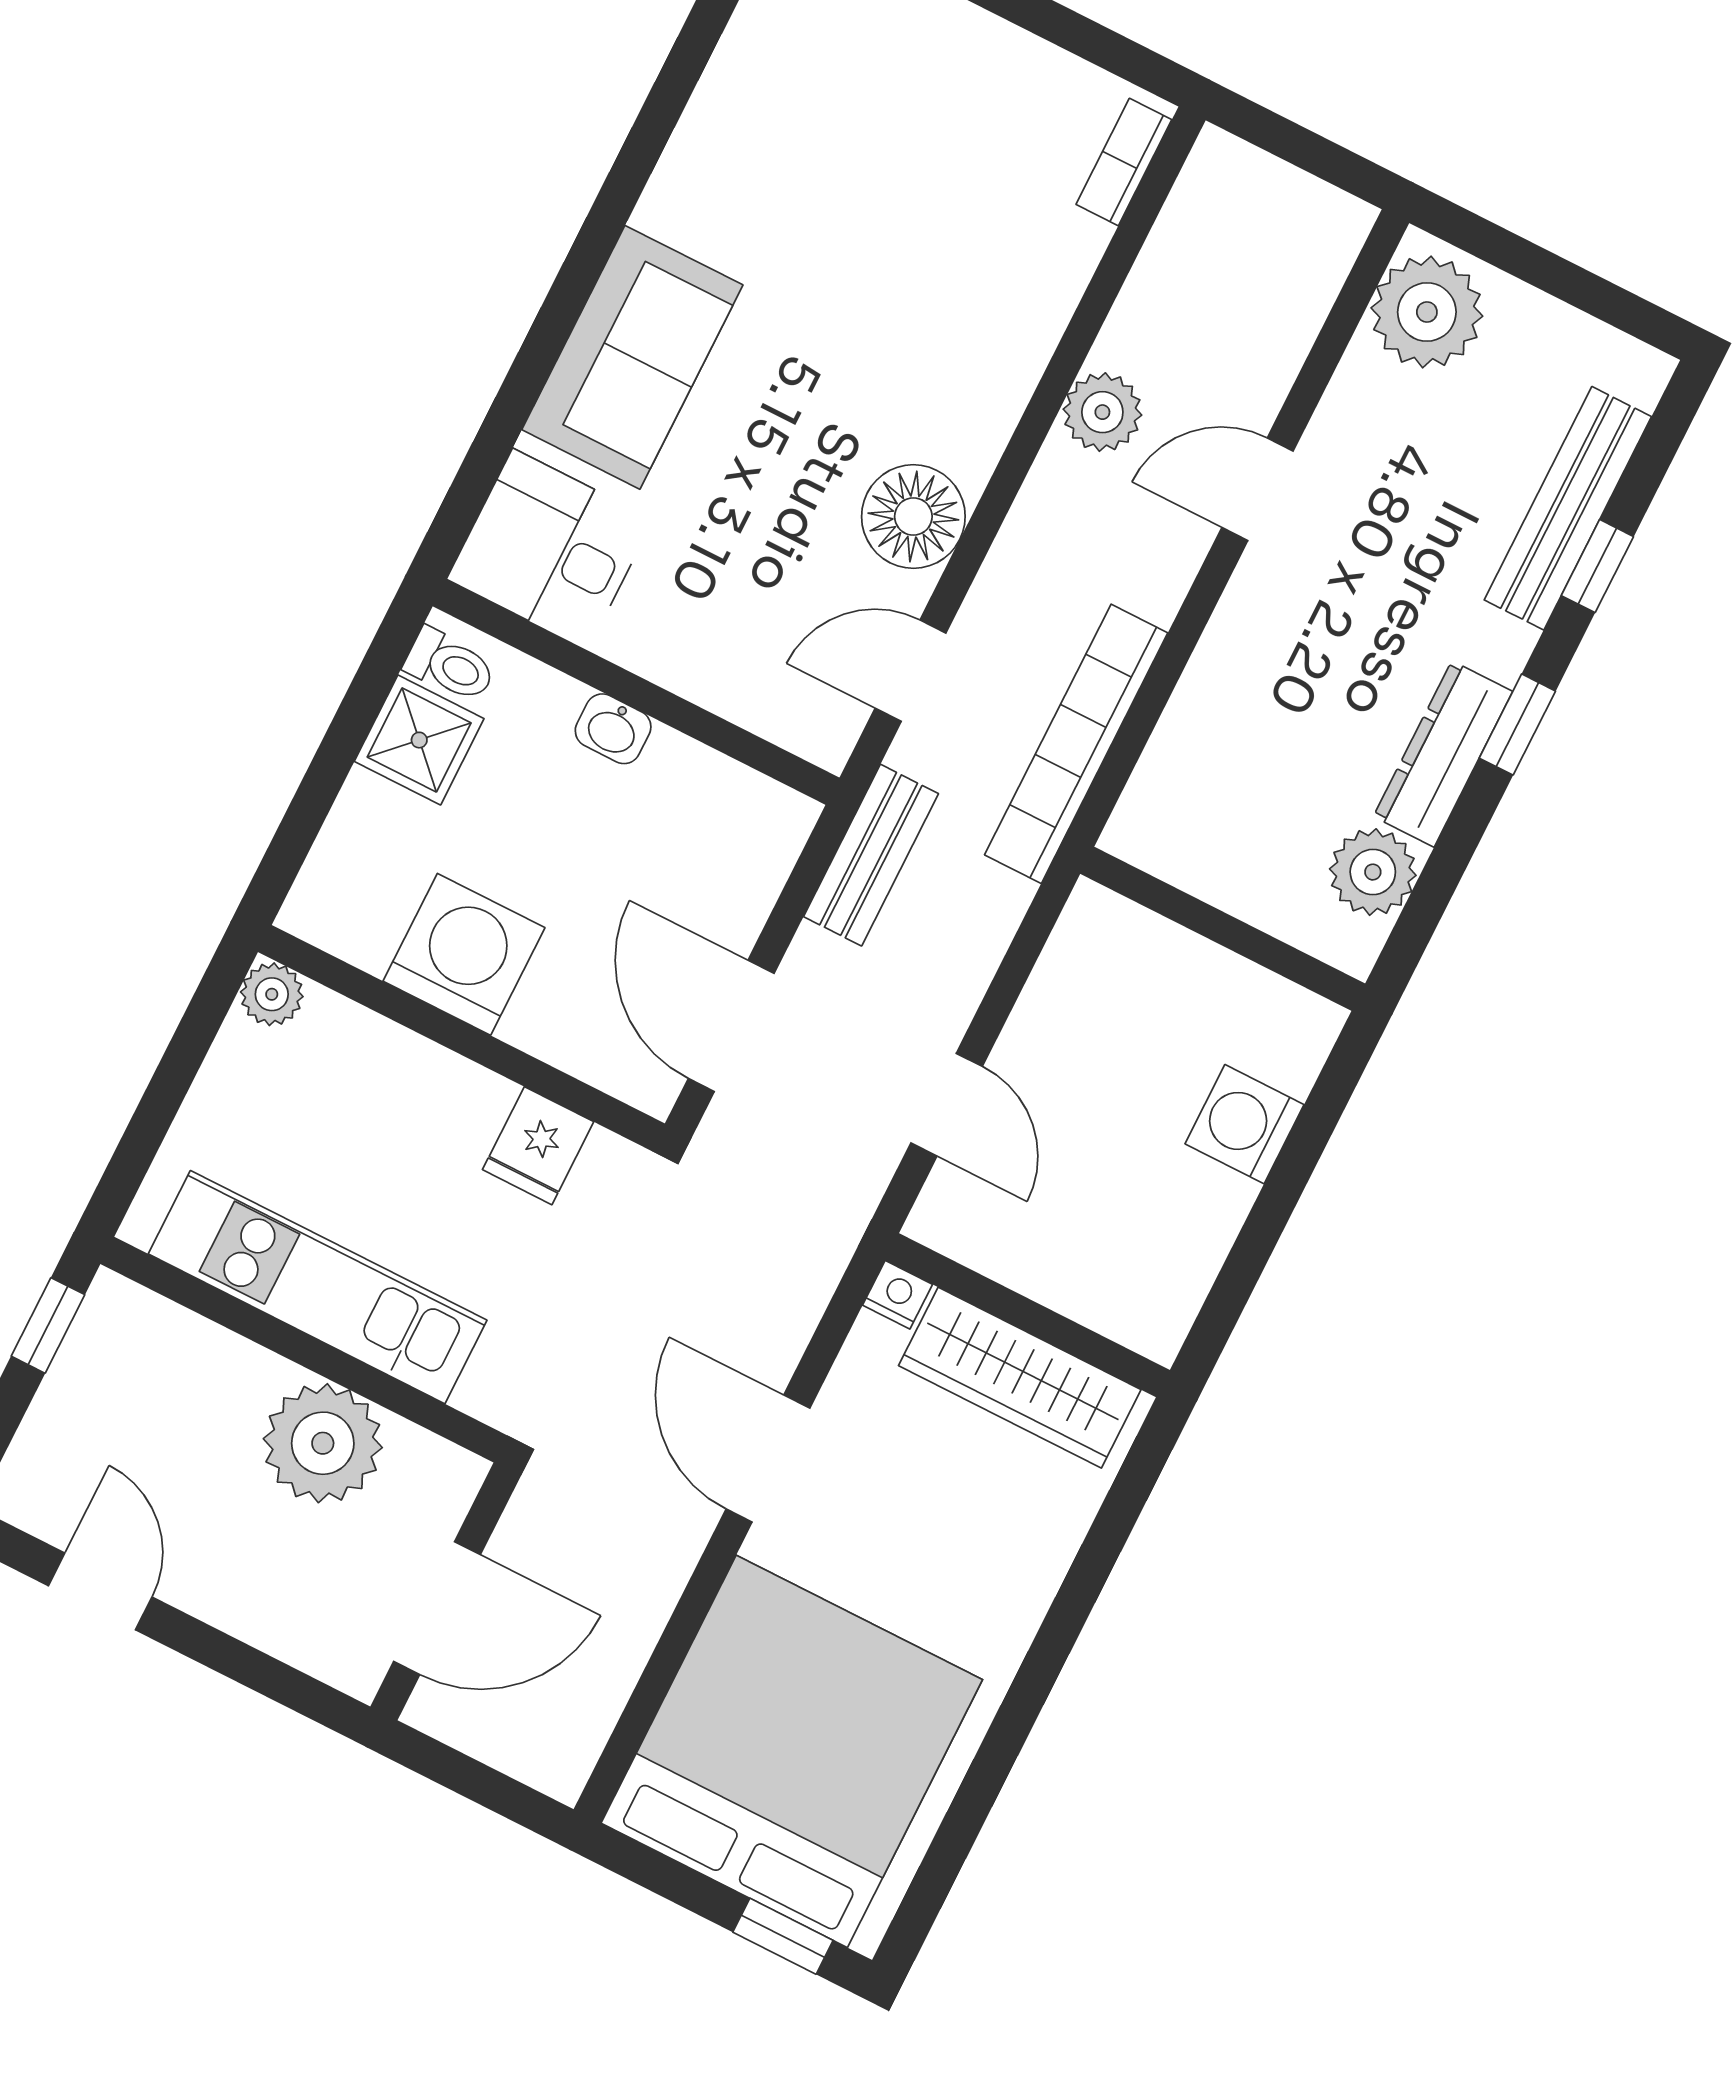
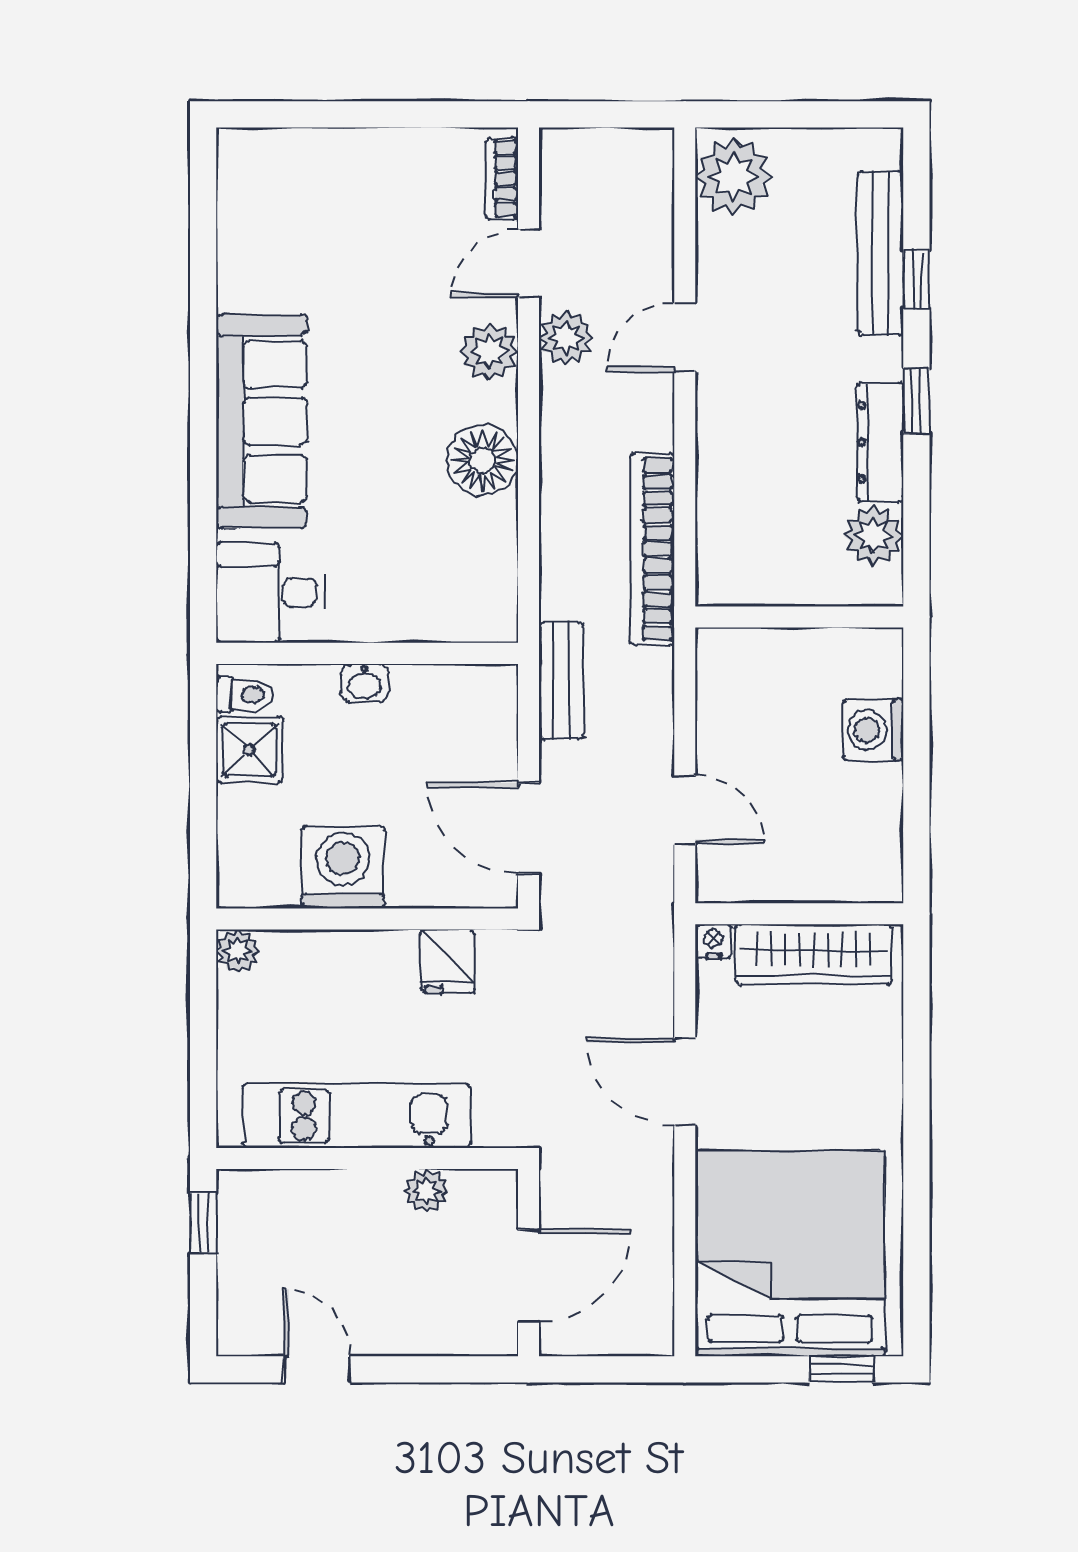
sofa: (632, 357) -> (262, 421), width x1.36
plant: (994, 379) -> (489, 351), added
door: (911, 671) -> (529, 263), moved
plant: (323, 1443) -> (427, 1191), width x0.53, depth x0.53

